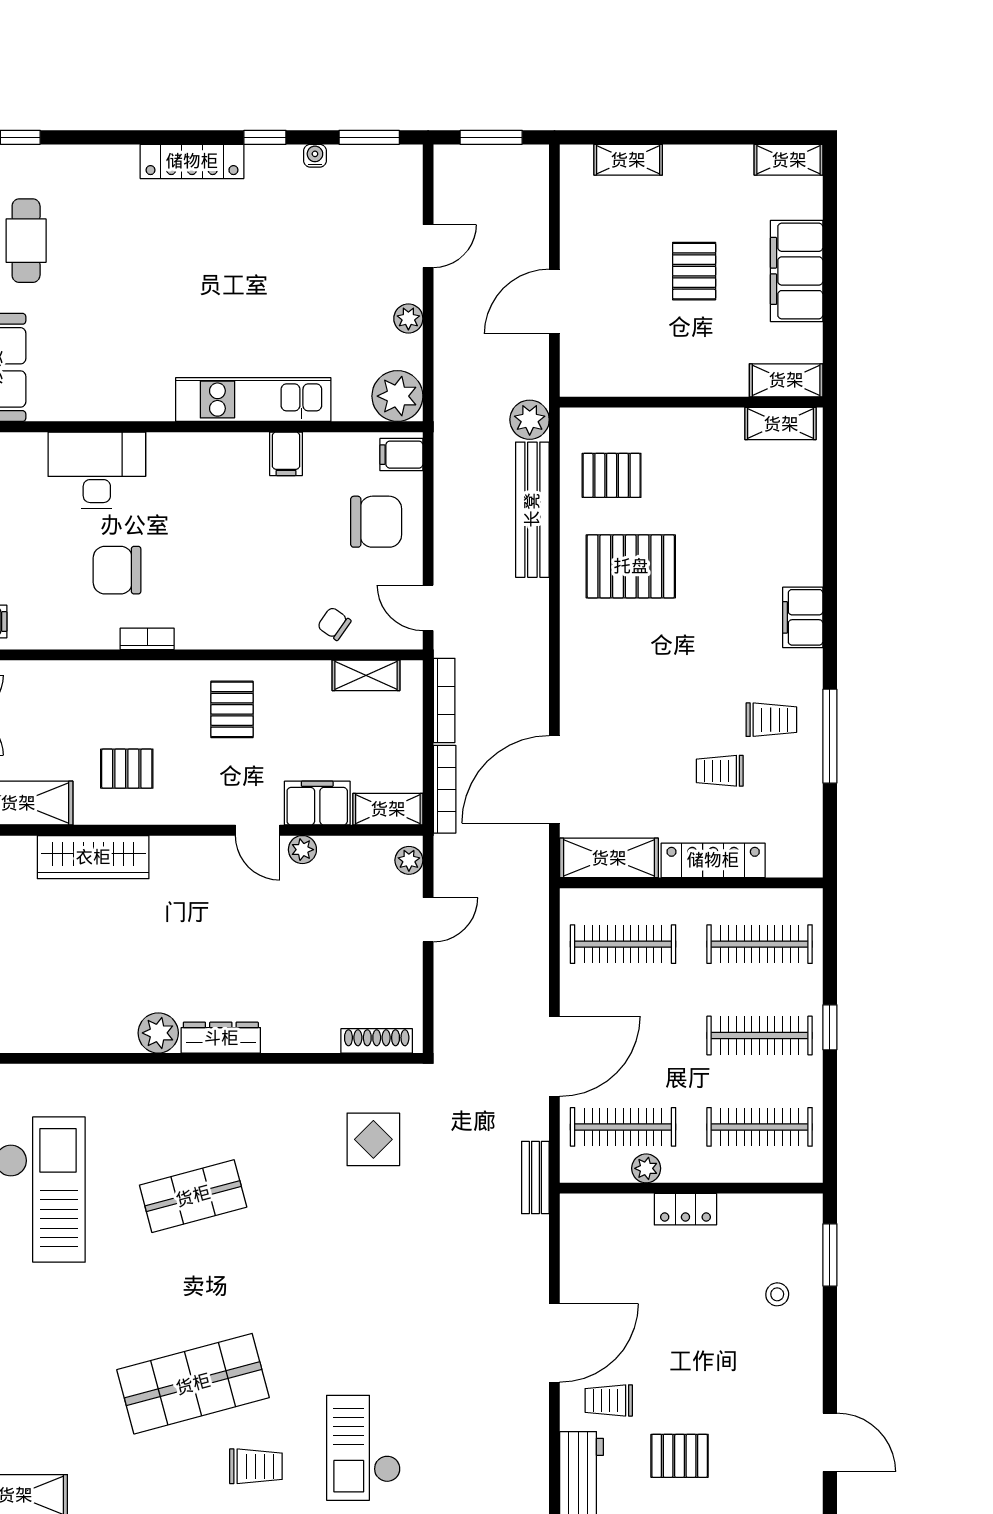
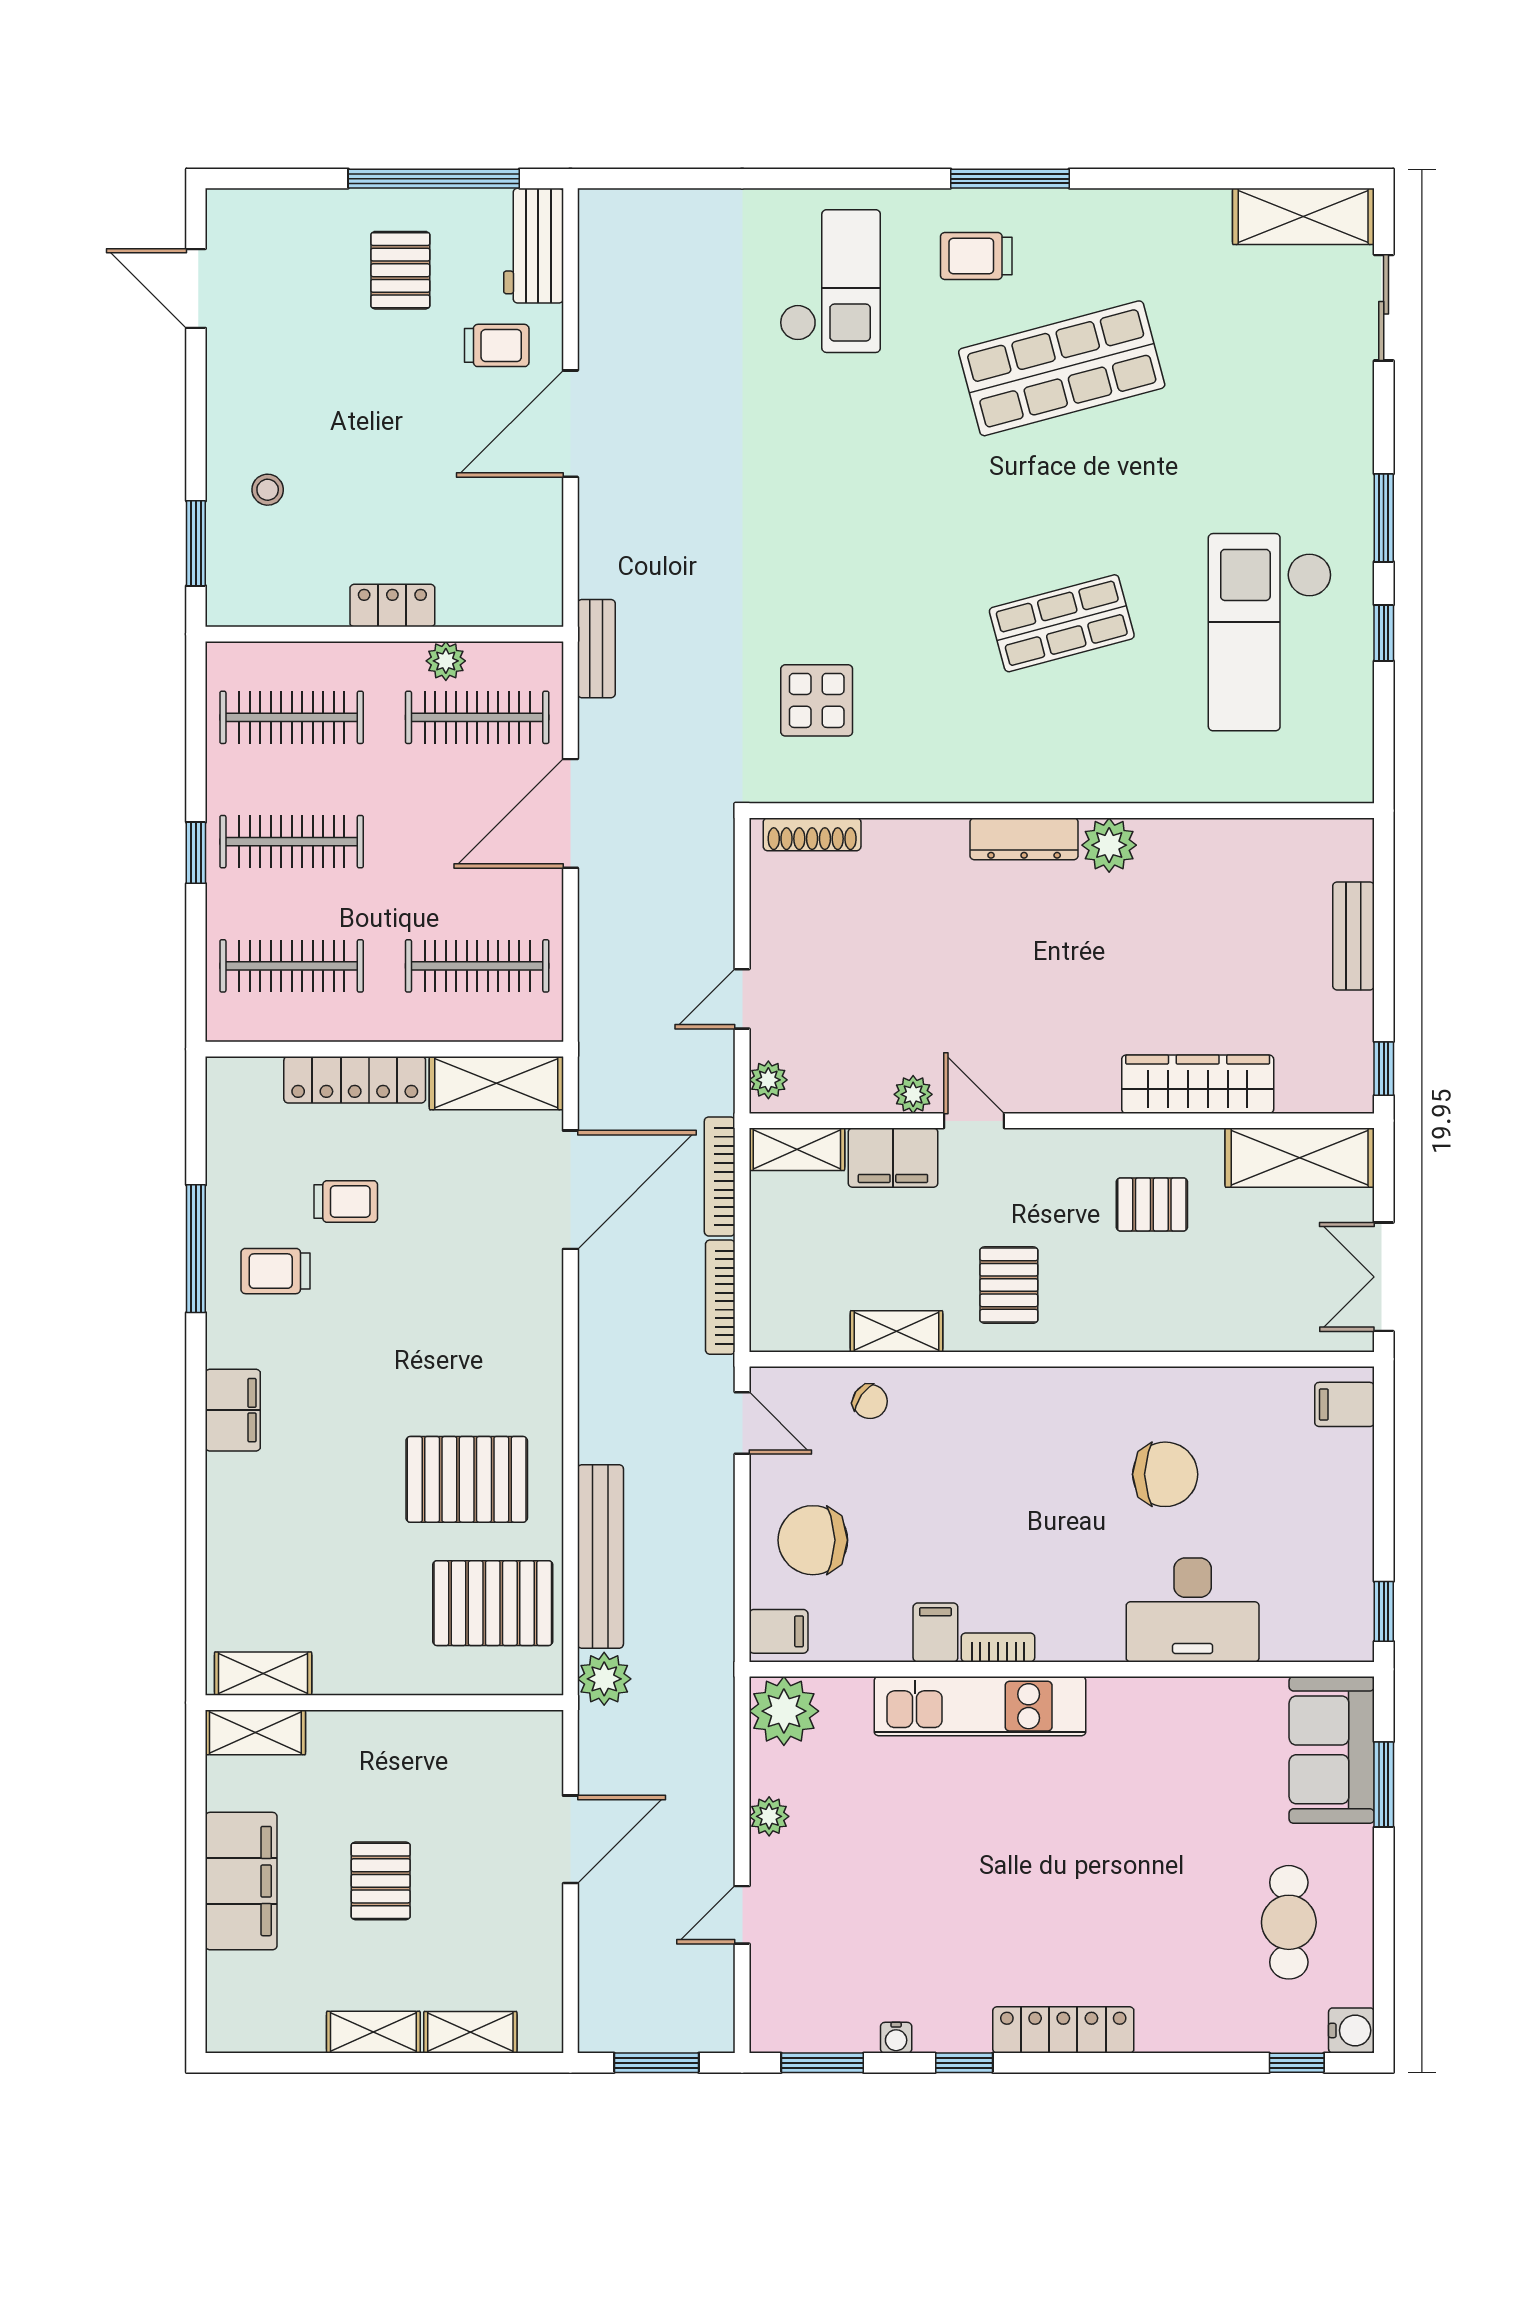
shelving: (789, 160) -> (373, 2032), moved
pallet: (612, 475) -> (493, 1603), width x1.50, depth x1.42
bookcase: (147, 639) -> (998, 1647), moved, turned 180
shelving: (366, 675) -> (897, 1331), moved
pallet: (680, 1456) -> (400, 270), turned 90

